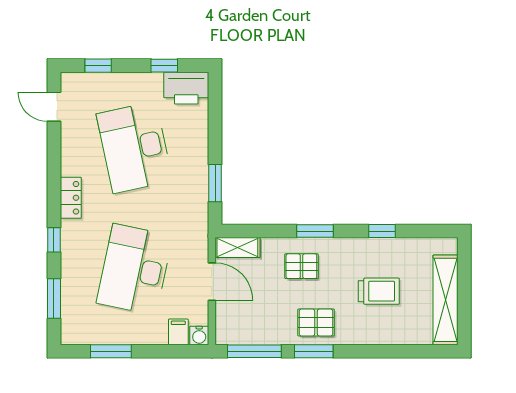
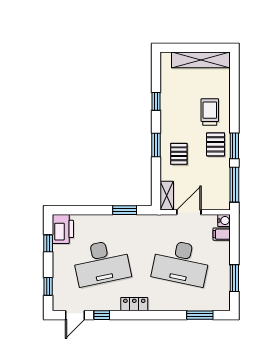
window: (54, 240) -> (102, 315), moved
trolley: (379, 291) -> (210, 112), moved

